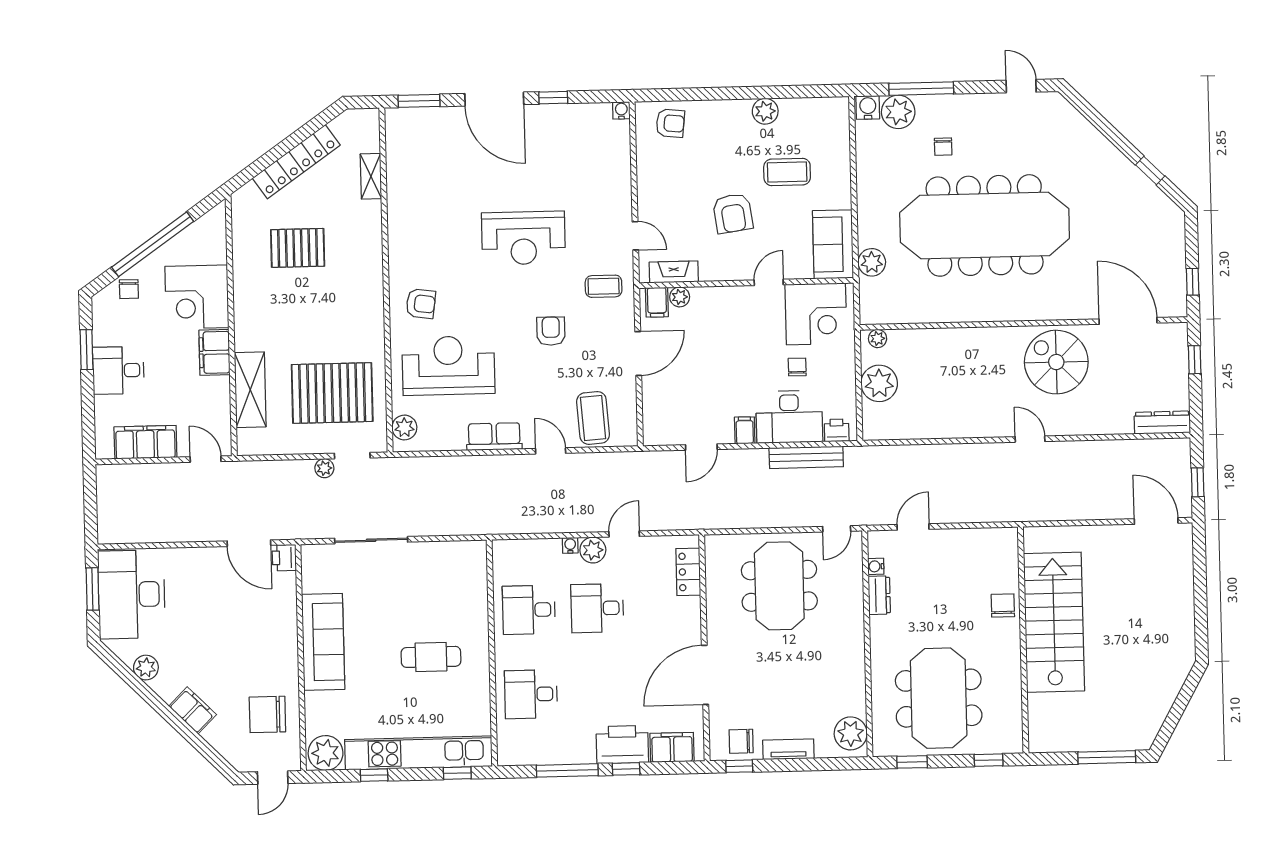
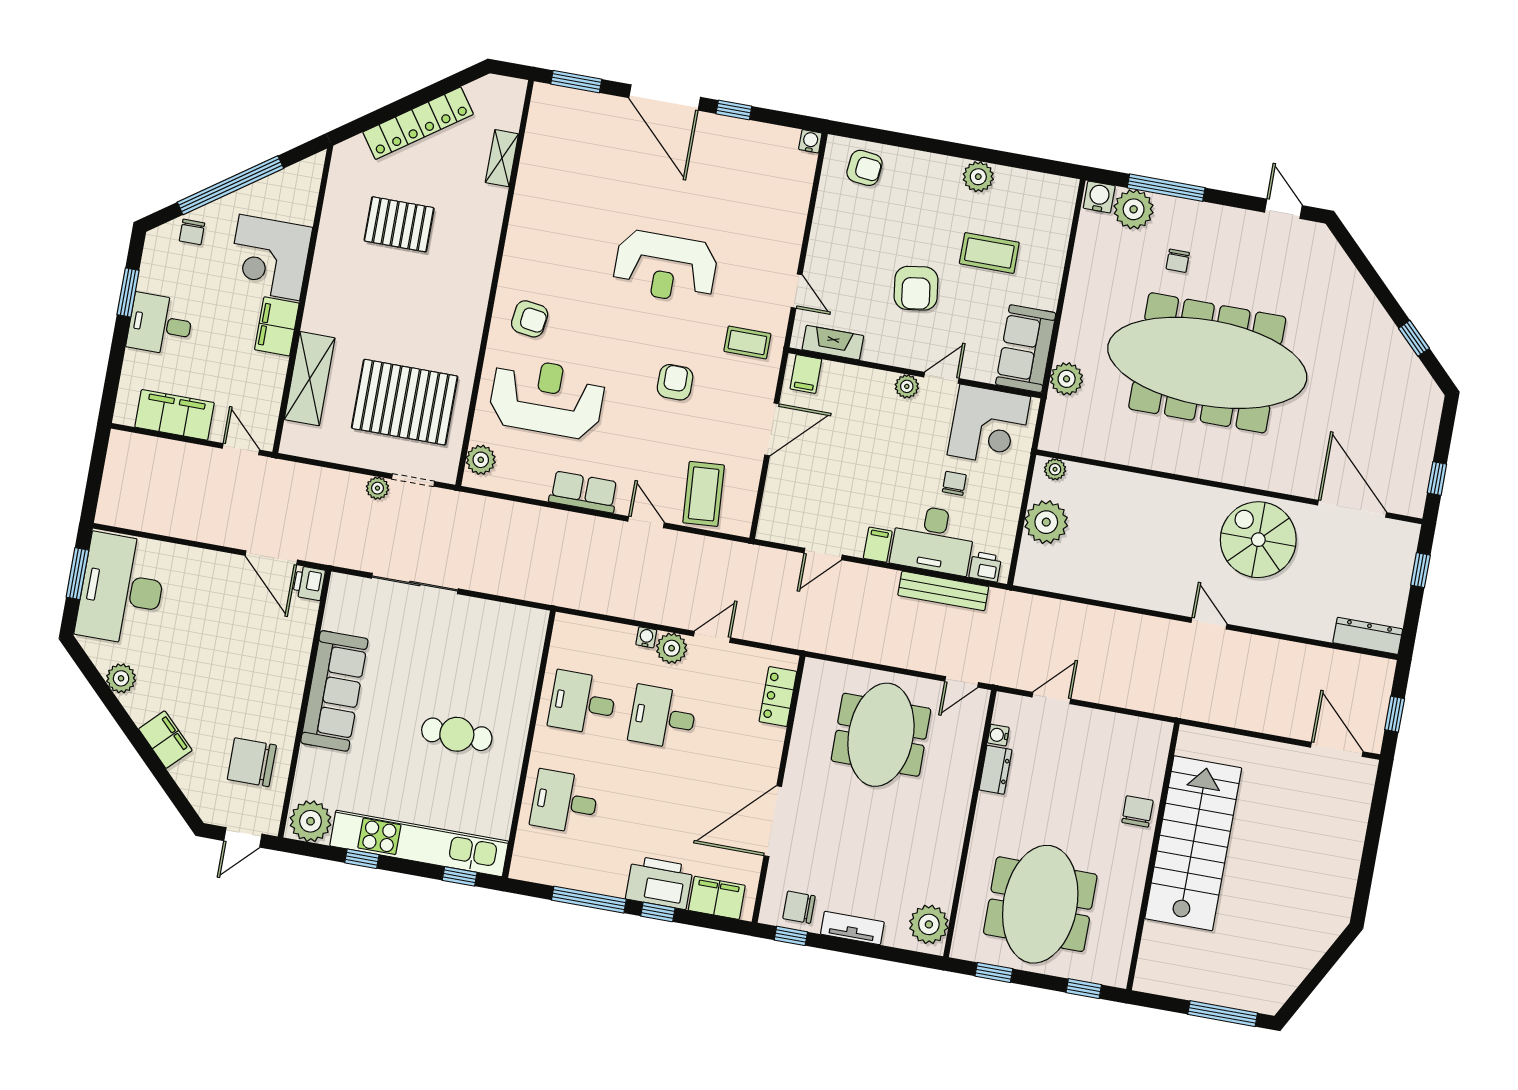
plant: (680, 297) -> (907, 386), moved

